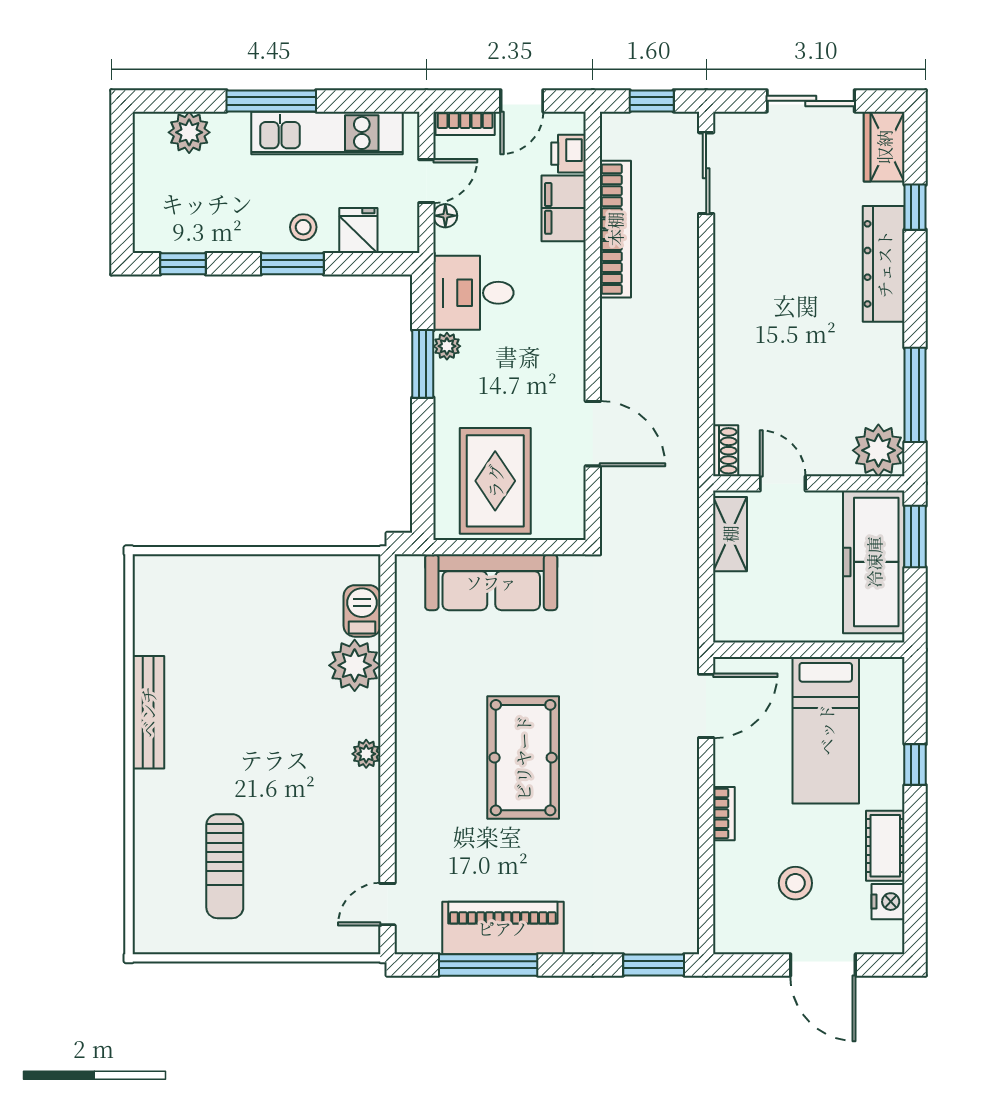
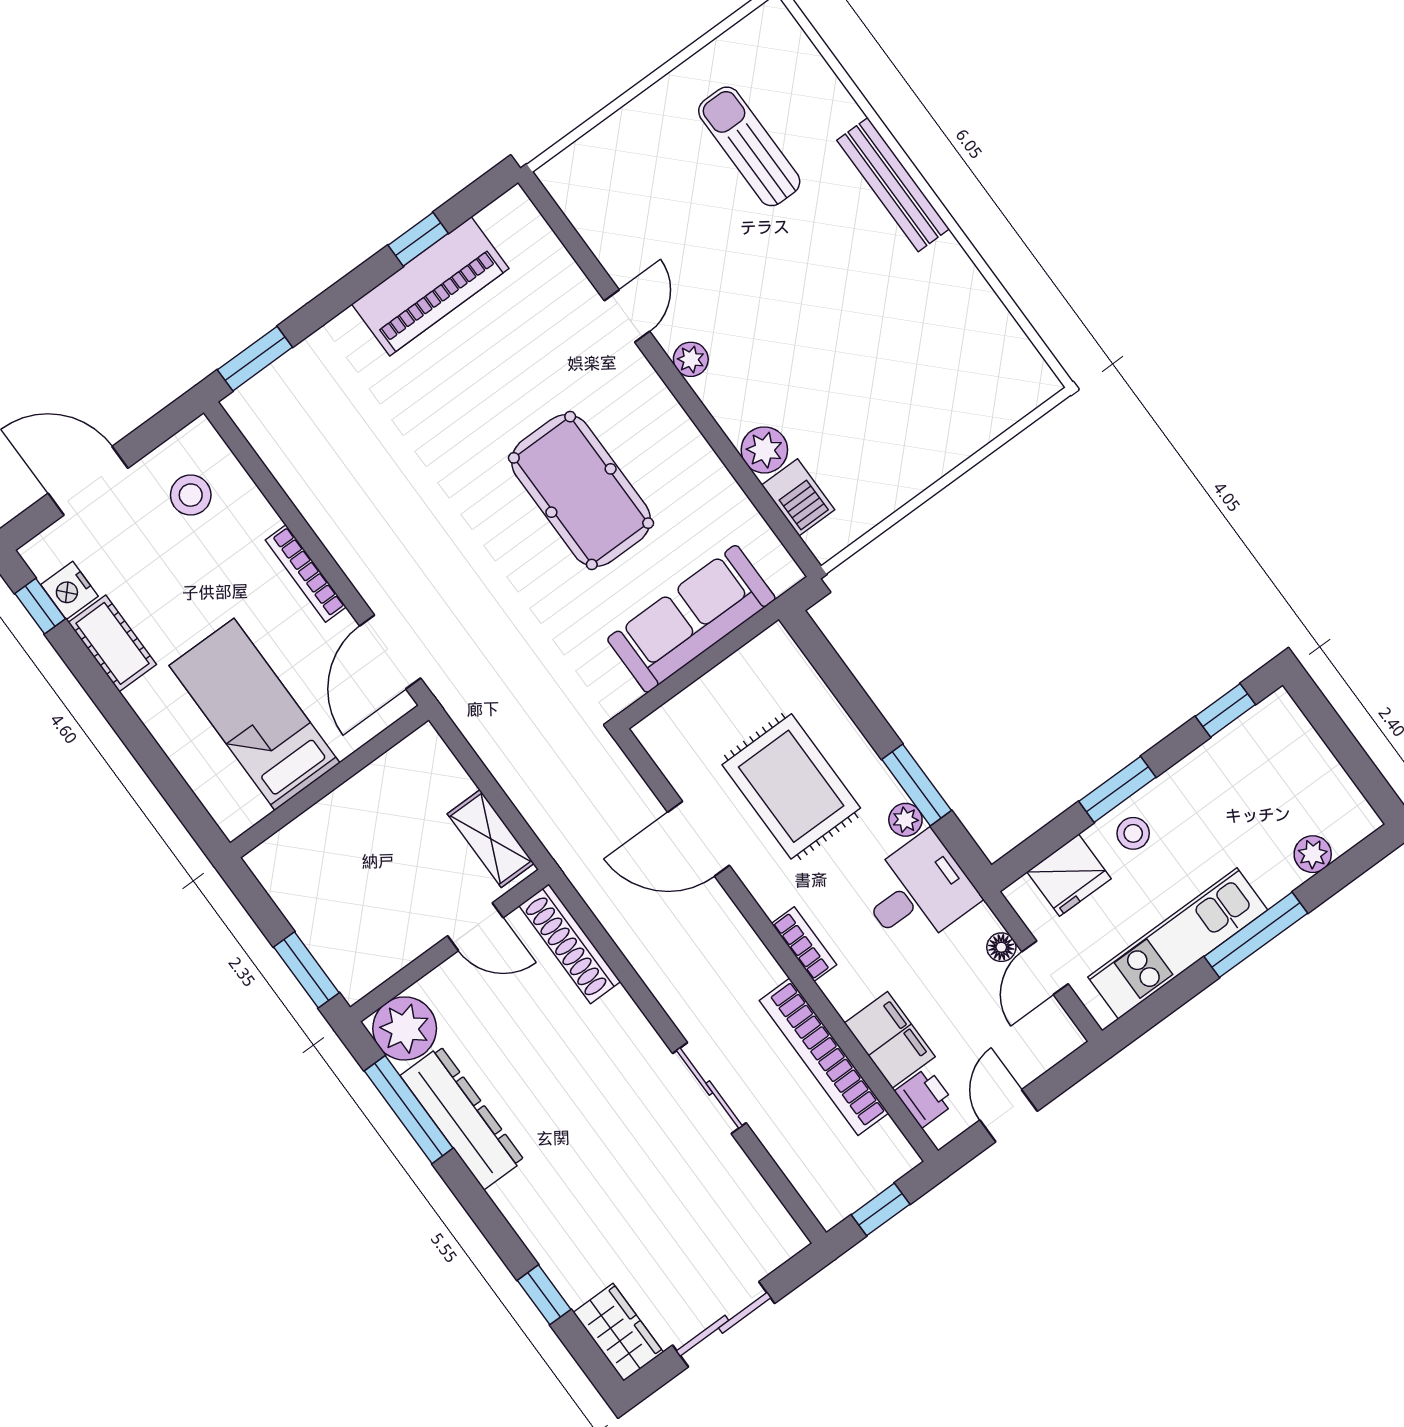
bookcase: (465, 123) -> (804, 944), moved, turned 90
plant: (189, 132) -> (1313, 854), width x0.73, depth x0.73
sliding door: (706, 173) -> (709, 1088), moved
fridge: (358, 231) -> (1069, 875), width x1.38
dresser: (884, 264) -> (462, 1118), moved
shoe rack: (726, 451) -> (570, 944), width x1.94, depth x1.24
rug: (495, 481) -> (791, 786), moved
freezer: (874, 562) -> (329, 915), removed
plant: (355, 665) -> (764, 450), width x0.73, depth x0.73
bench: (148, 712) -> (893, 185), moved
pool table: (523, 758) -> (581, 491), moved
window: (915, 765) -> (40, 606), moved
bookcase: (724, 814) -> (306, 573), width x1.56
stool: (795, 883) -> (191, 495), moved
door: (387, 904) -> (627, 316), moved
window: (488, 965) -> (418, 239), width x0.46

